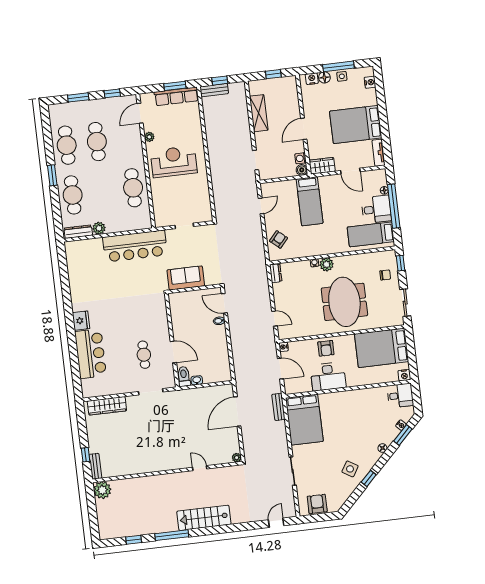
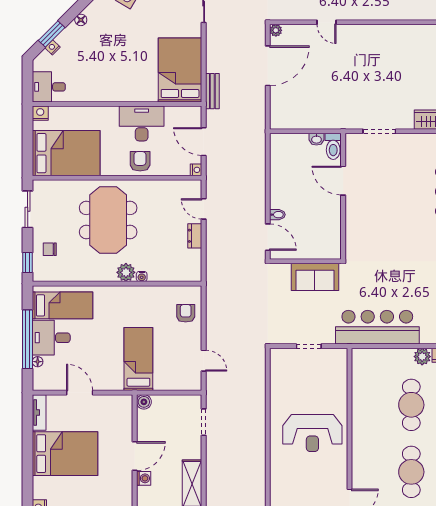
plant: (149, 137) -> (341, 470), removed
washing machine: (301, 158) -> (144, 478), moved
wardrobe: (322, 166) -> (116, 404), removed
cafe table: (133, 188) -> (411, 405), moved
door: (261, 206) -> (204, 361), swing flipped
armchair: (279, 239) -> (186, 313), turned 139
dresser: (276, 273) -> (195, 236), moved
cafe table: (144, 355) -> (383, 182), removed
door: (237, 412) -> (268, 66), moved

